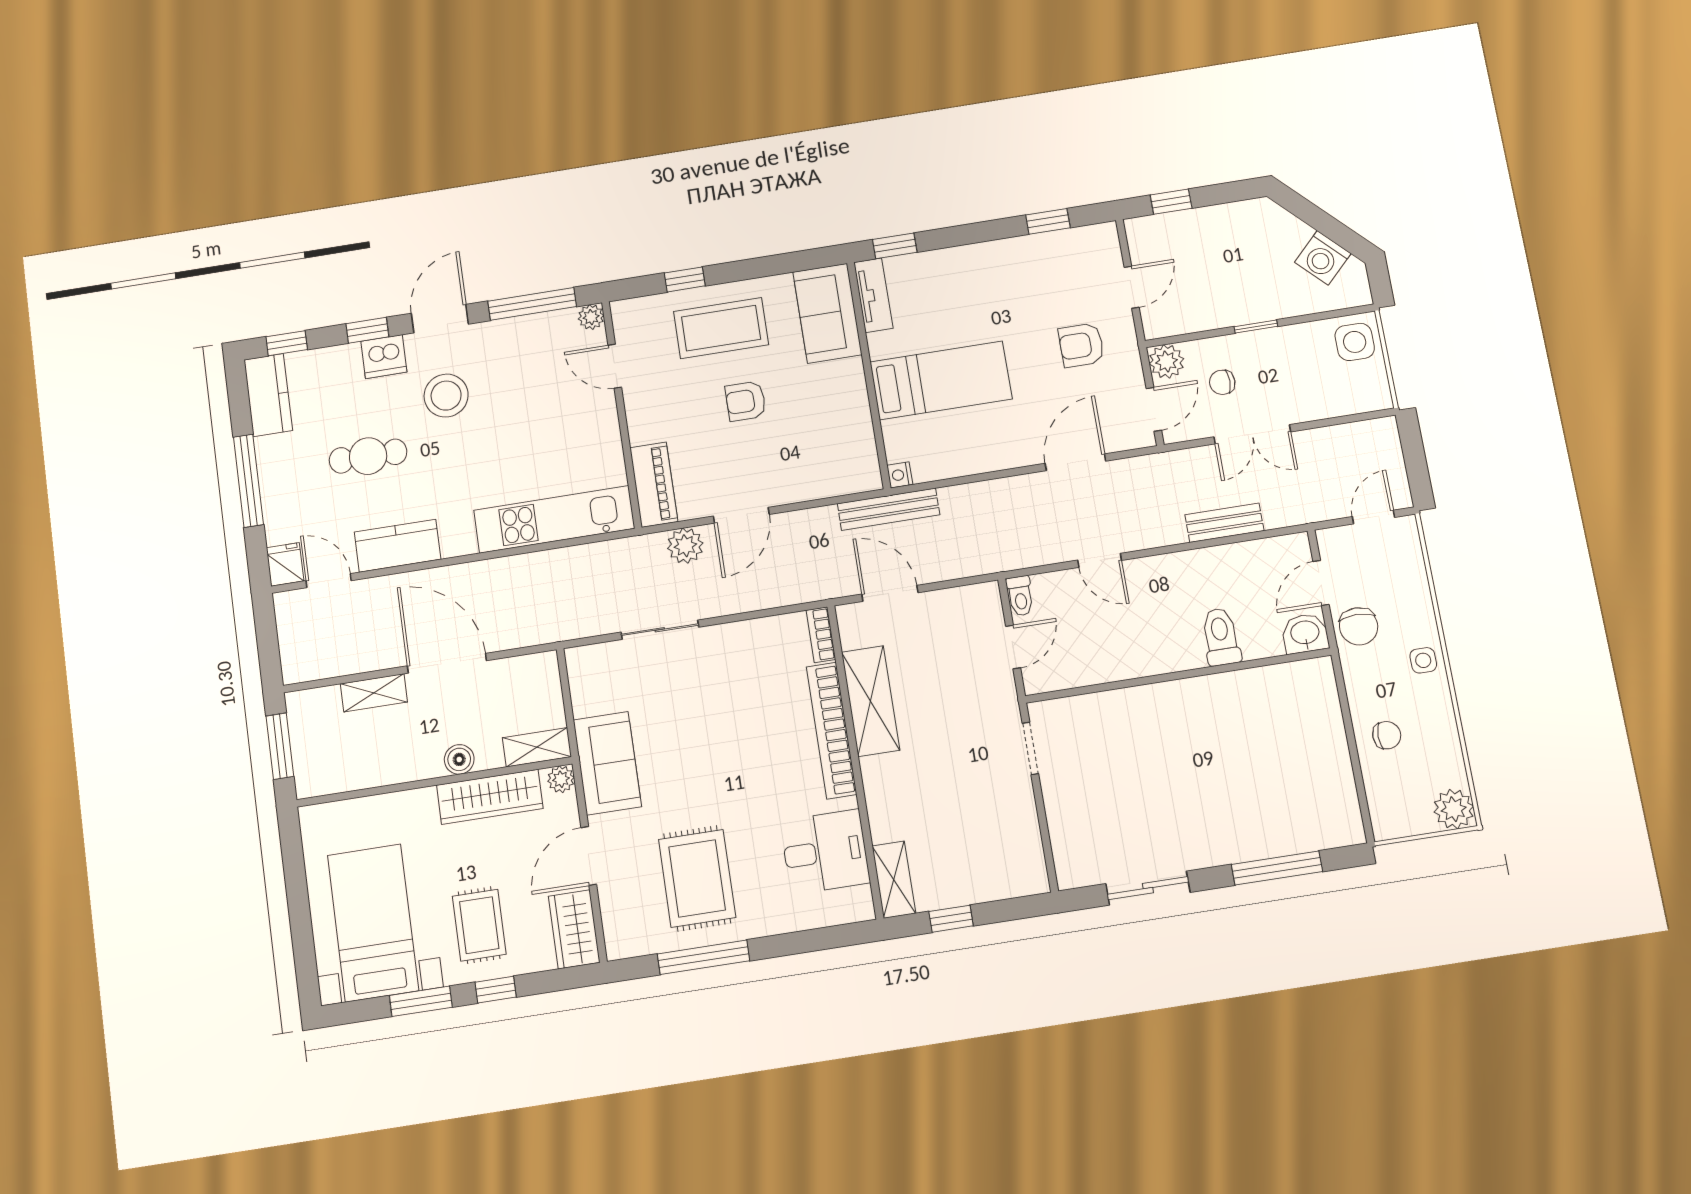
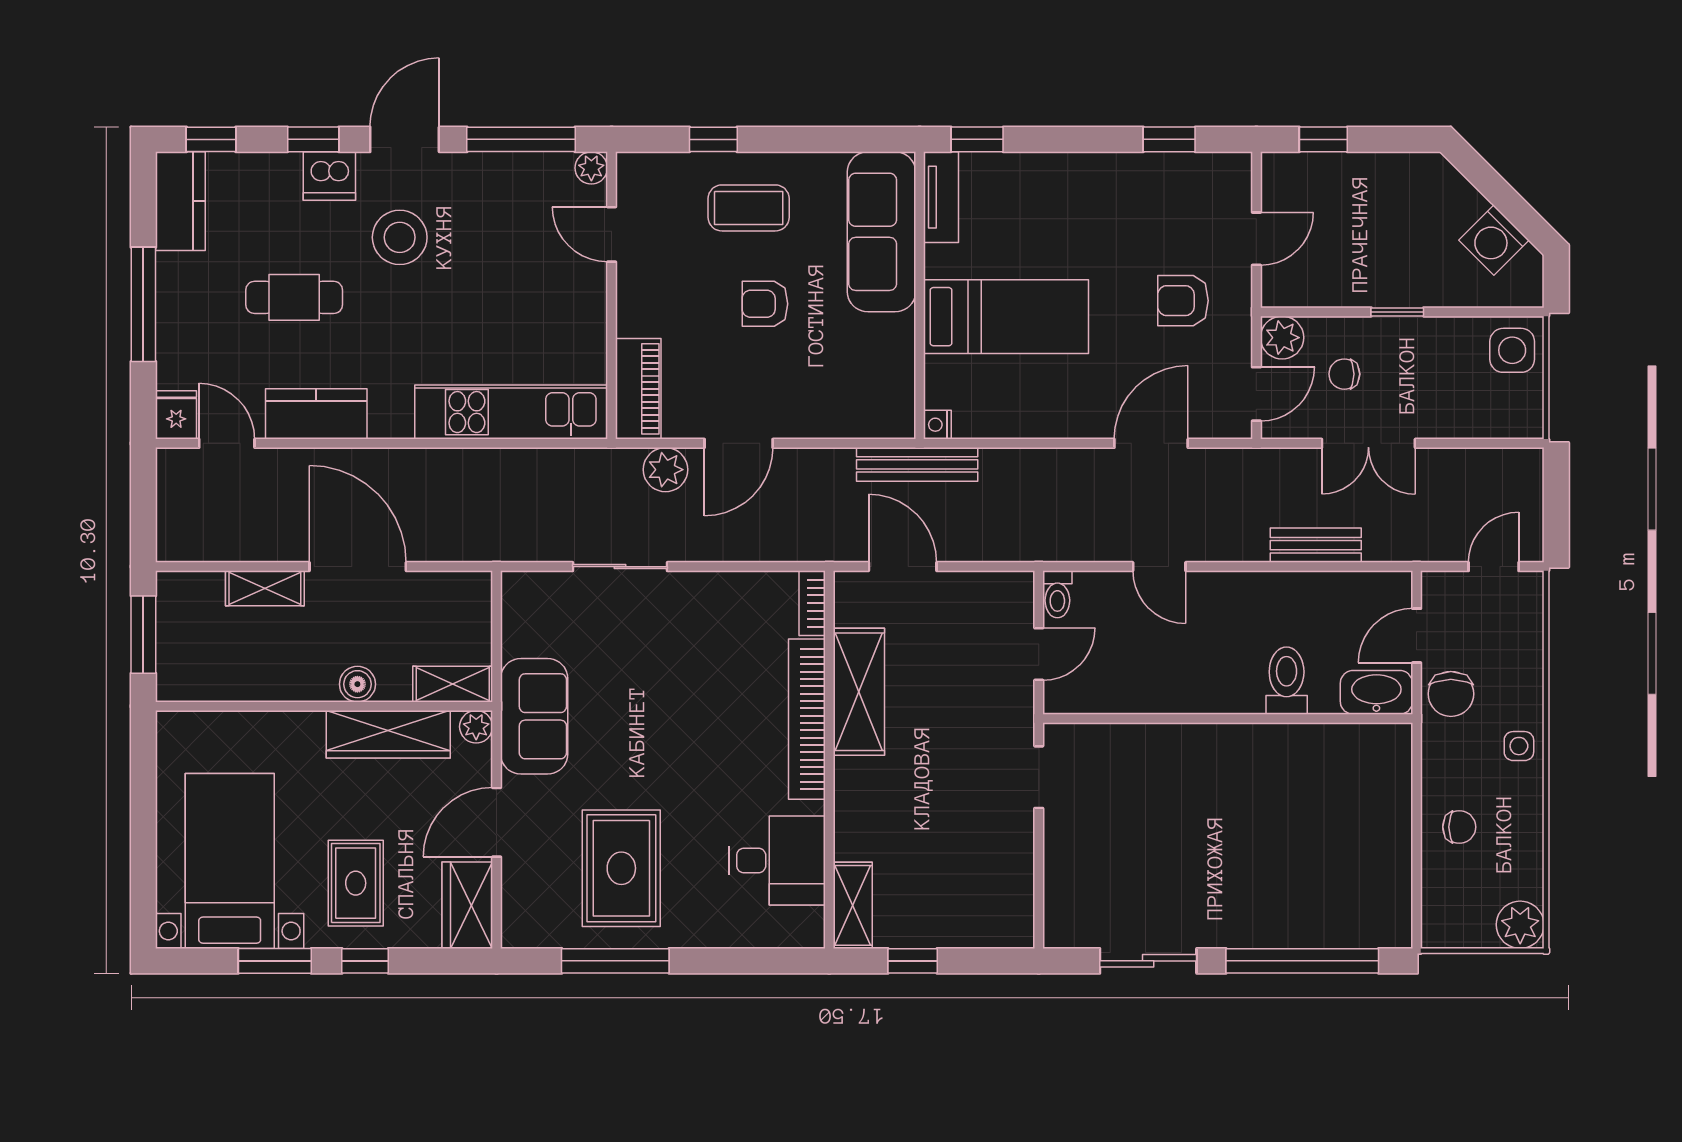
sofa: (827, 313) -> (881, 232), width x1.36
coffee table: (721, 328) -> (749, 208), width x0.73, depth x0.76
washbasin: (1305, 633) -> (1376, 692), width x1.38
window: (1277, 868) -> (1302, 961), width x1.46

